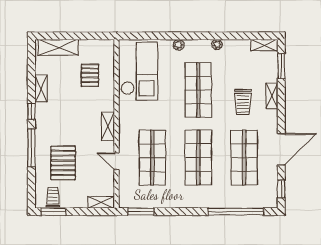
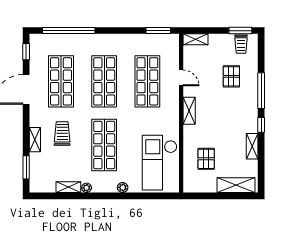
shelving: (264, 45) -> (68, 187), moved
pallet: (63, 163) -> (231, 76), width x0.67, depth x0.71

